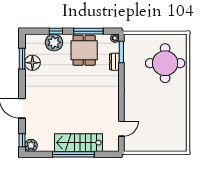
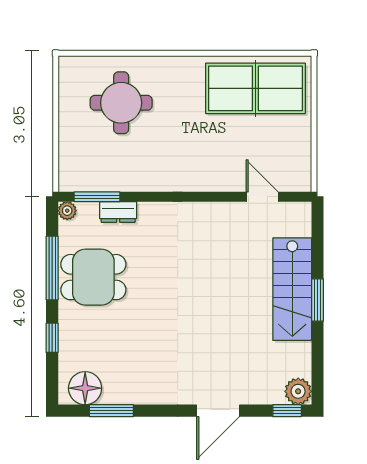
plant: (54, 42) -> (77, 342), removed
floor lamp: (32, 63) -> (85, 388), moved
round table: (165, 63) -> (121, 103), width x0.73, depth x0.73
table tennis table: (172, 126) -> (255, 88), added
window: (73, 154) -> (317, 300), width x0.47

